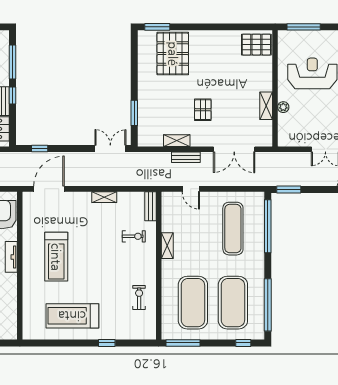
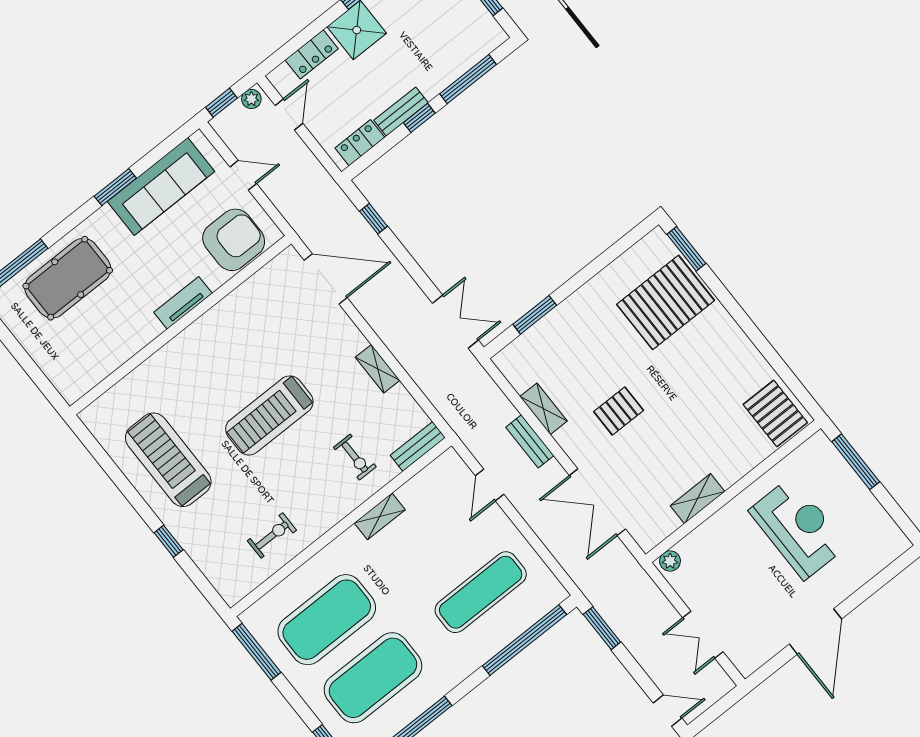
plant: (283, 107) -> (670, 561), moved
treadmill: (56, 257) -> (269, 415), moved

